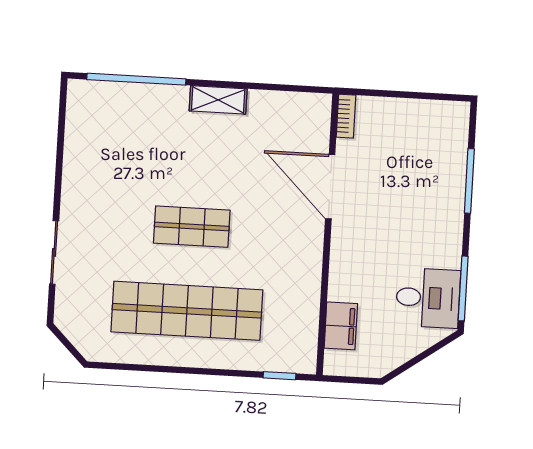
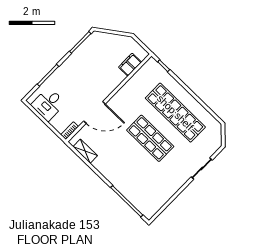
shelving: (218, 100) -> (85, 151), moved
door: (330, 187) -> (94, 112), hinge flipped
shop shelf: (192, 227) -> (150, 138), width x1.43, depth x1.36
desk: (428, 298) -> (48, 104), moved, turned -90

